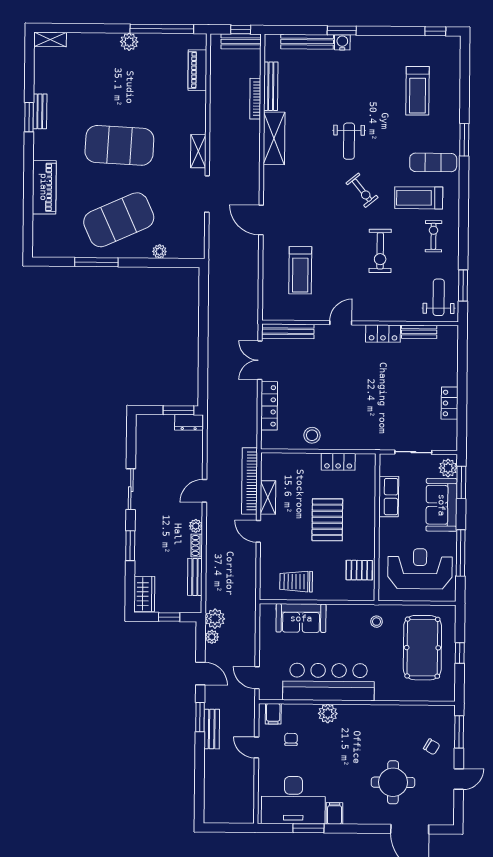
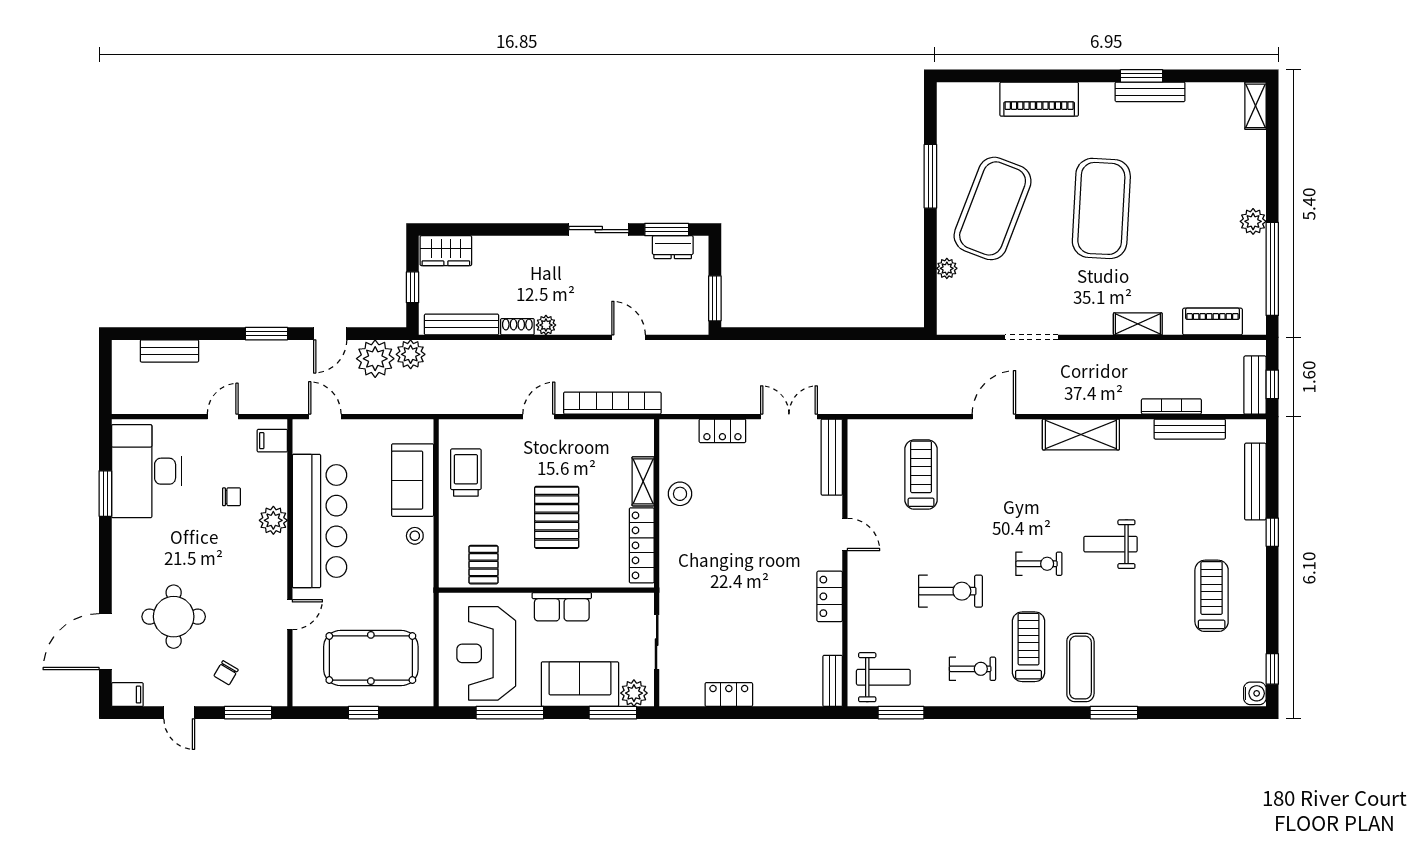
window: (342, 30) -> (1272, 532), width x0.67
water cooler: (342, 42) -> (1255, 693), moved
treadmill: (418, 91) -> (1212, 596), moved, turned 90
bench: (40, 111) -> (1150, 92), width x1.36
shelving: (274, 138) -> (1081, 434), moved
shelving: (198, 151) -> (1138, 324), moved
exercise bike: (362, 190) -> (1039, 564), turned -141
exercise mat: (119, 220) -> (993, 208), turned 45
exercise bike: (380, 251) -> (950, 591), turned 180
treadmill: (300, 270) -> (921, 475), turned 90
bench: (419, 332) -> (833, 681), moved
locker: (269, 406) -> (722, 431), width x0.66
dresser: (189, 422) -> (673, 247), moved, turned -90
locker: (338, 462) -> (642, 545), width x1.53
door: (204, 491) -> (629, 337), moved
shelving: (268, 497) -> (643, 481), moved, turned 90
row of seats: (389, 497) -> (562, 607), moved
pallet: (327, 520) -> (557, 517), turned 90
window: (130, 546) -> (667, 230), moved
reception desk: (420, 569) -> (486, 653), turned 180
bench: (195, 577) -> (461, 324), width x1.36
stool: (377, 622) -> (415, 536), moved
plant: (212, 637) -> (375, 359), width x1.87, depth x1.87
door: (257, 678) -> (325, 417), hinge flipped
door: (392, 703) -> (290, 615), added
bench: (212, 729) -> (169, 351), moved
chair: (291, 739) -> (232, 497), moved
filing cabinet: (335, 813) -> (127, 695), moved

